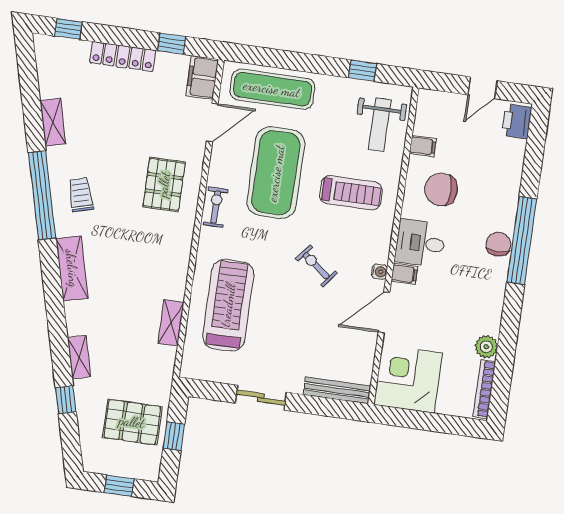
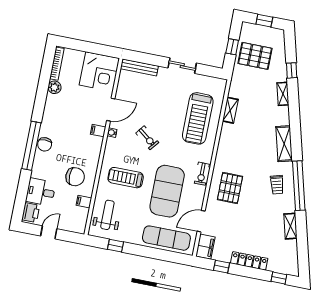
desk: (420, 243) -> (41, 192), moved, turned 180

